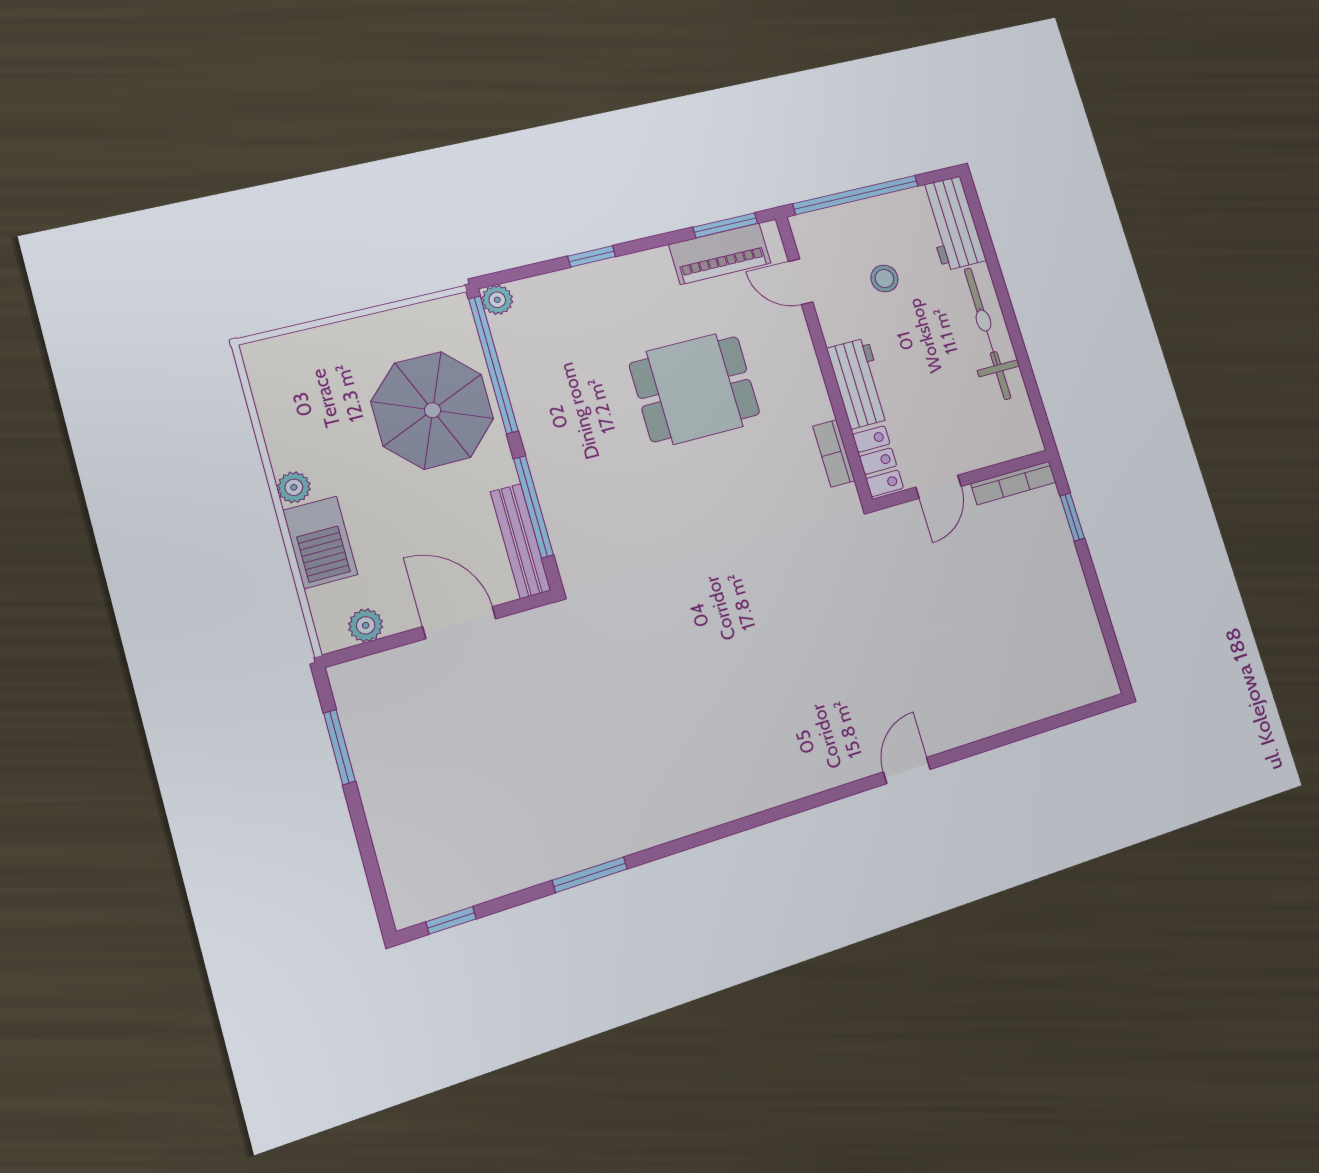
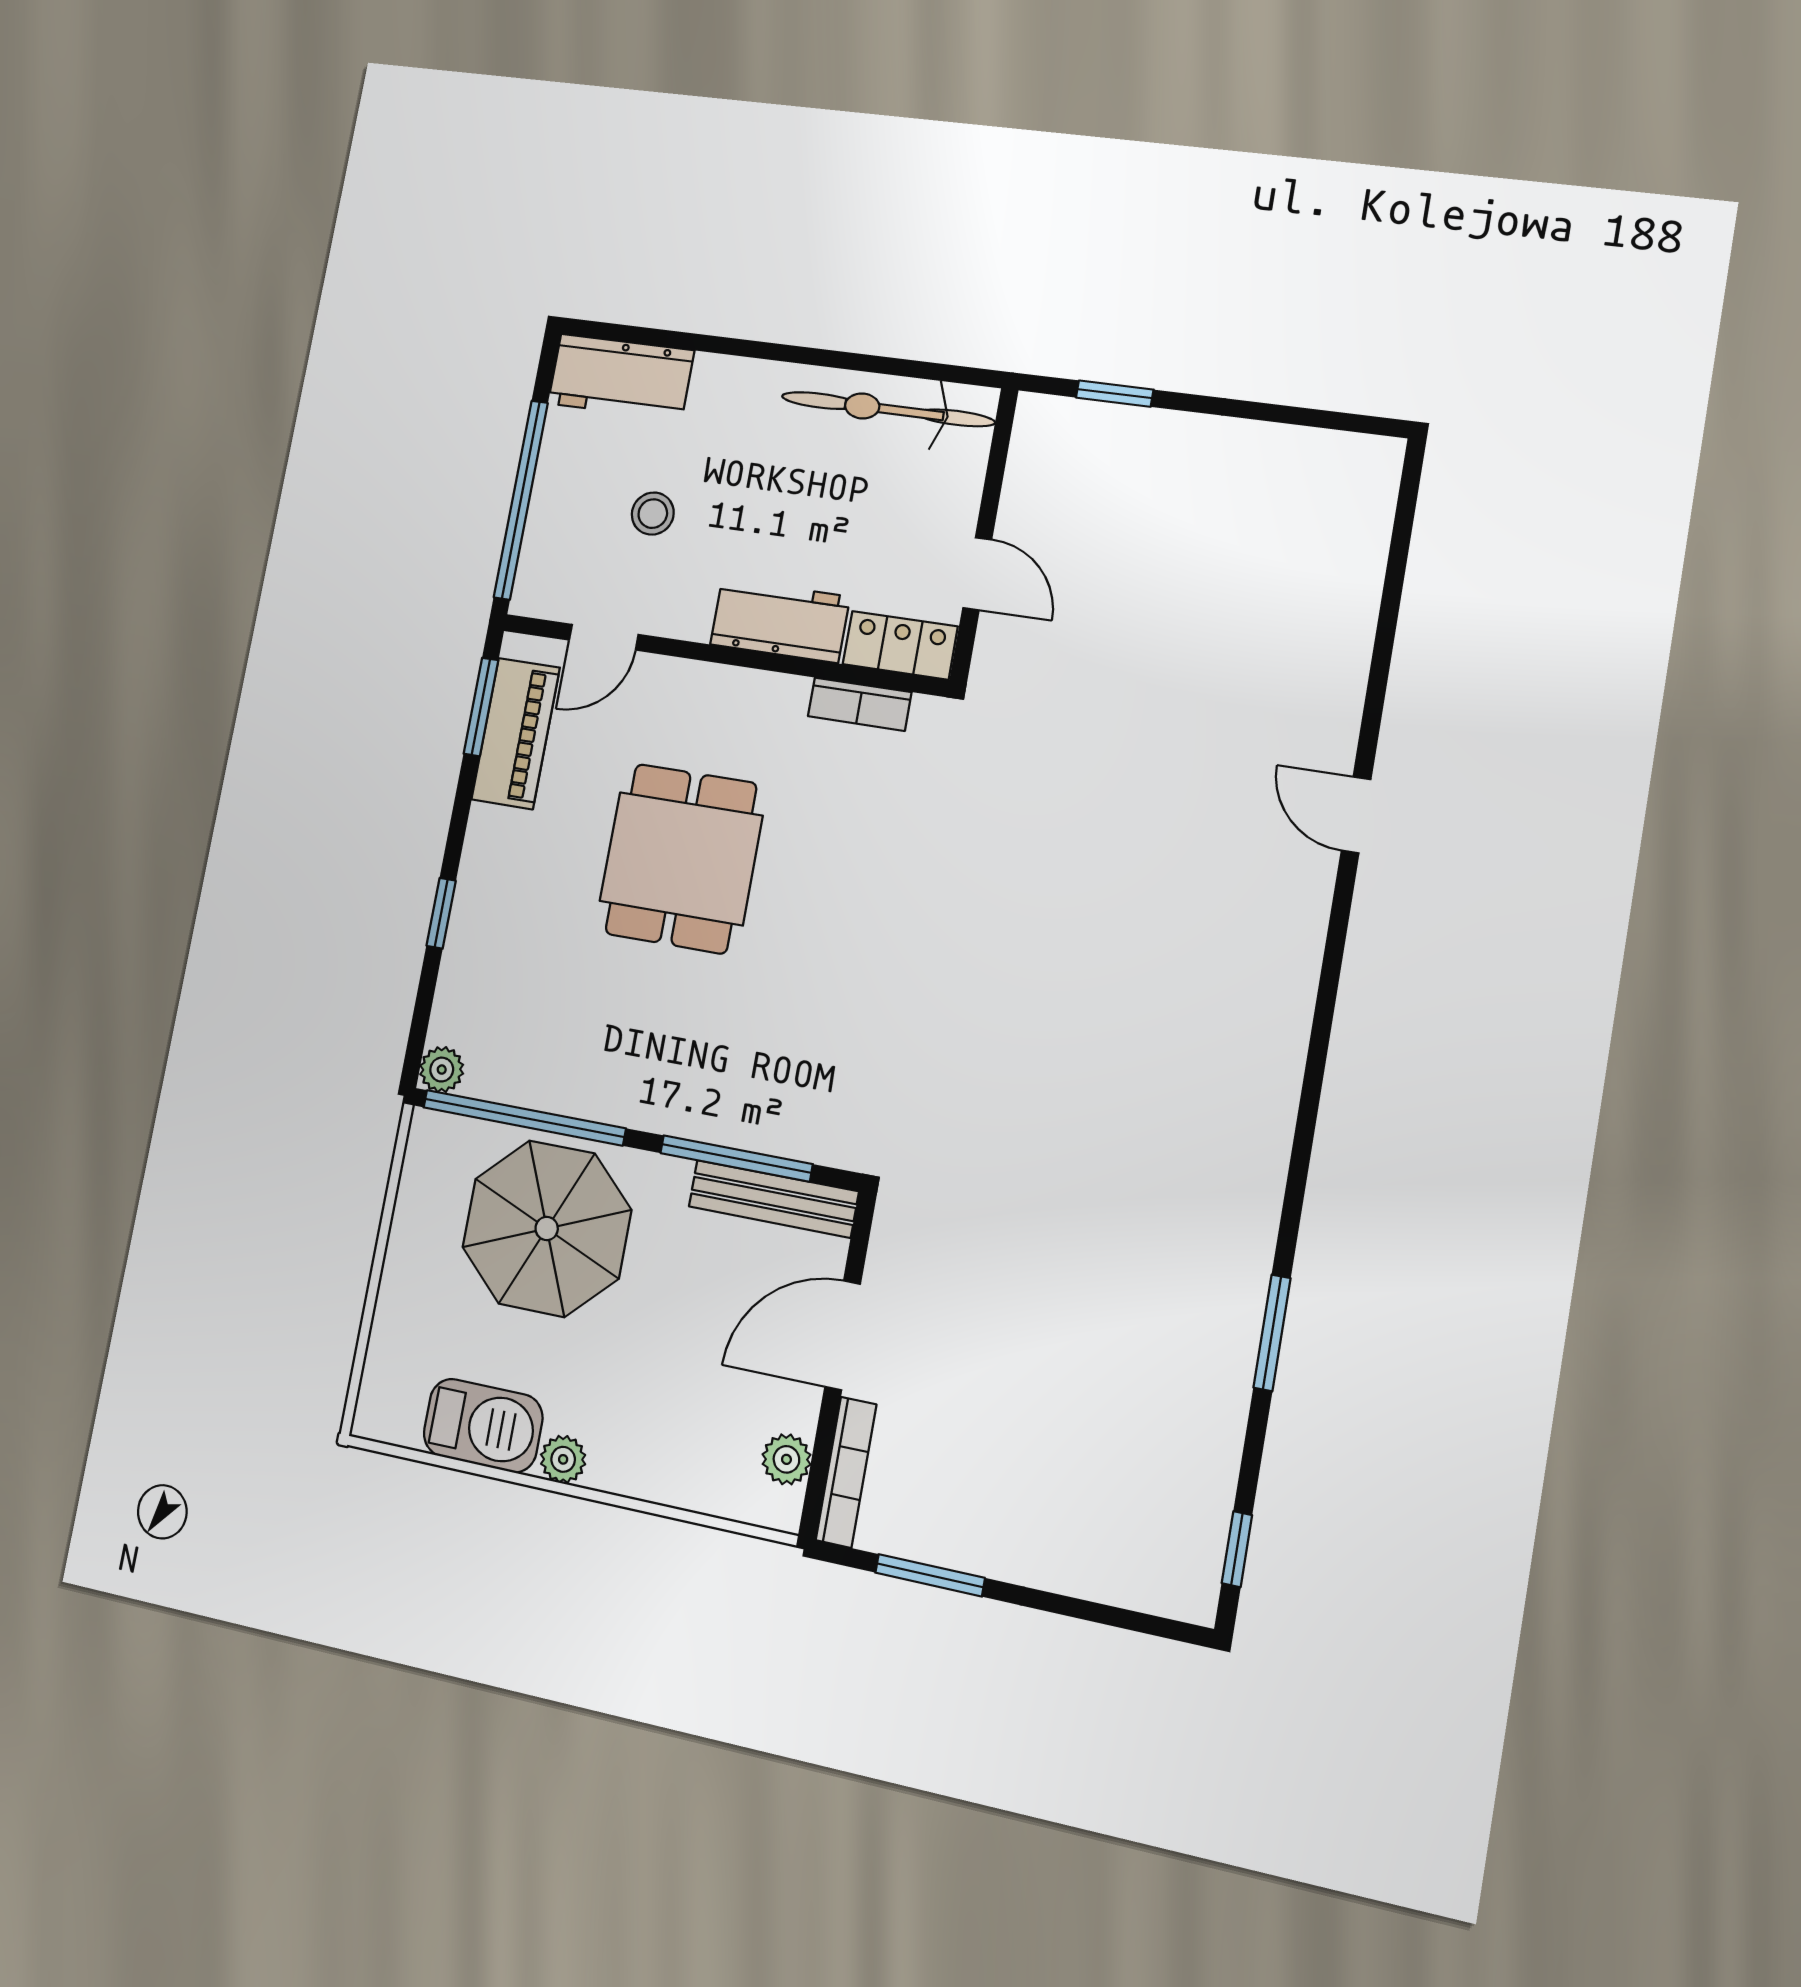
bicycle: (988, 334) -> (888, 409), moved
bookcase: (1013, 483) -> (846, 1472), moved
barbecue: (320, 542) -> (483, 1426), moved

